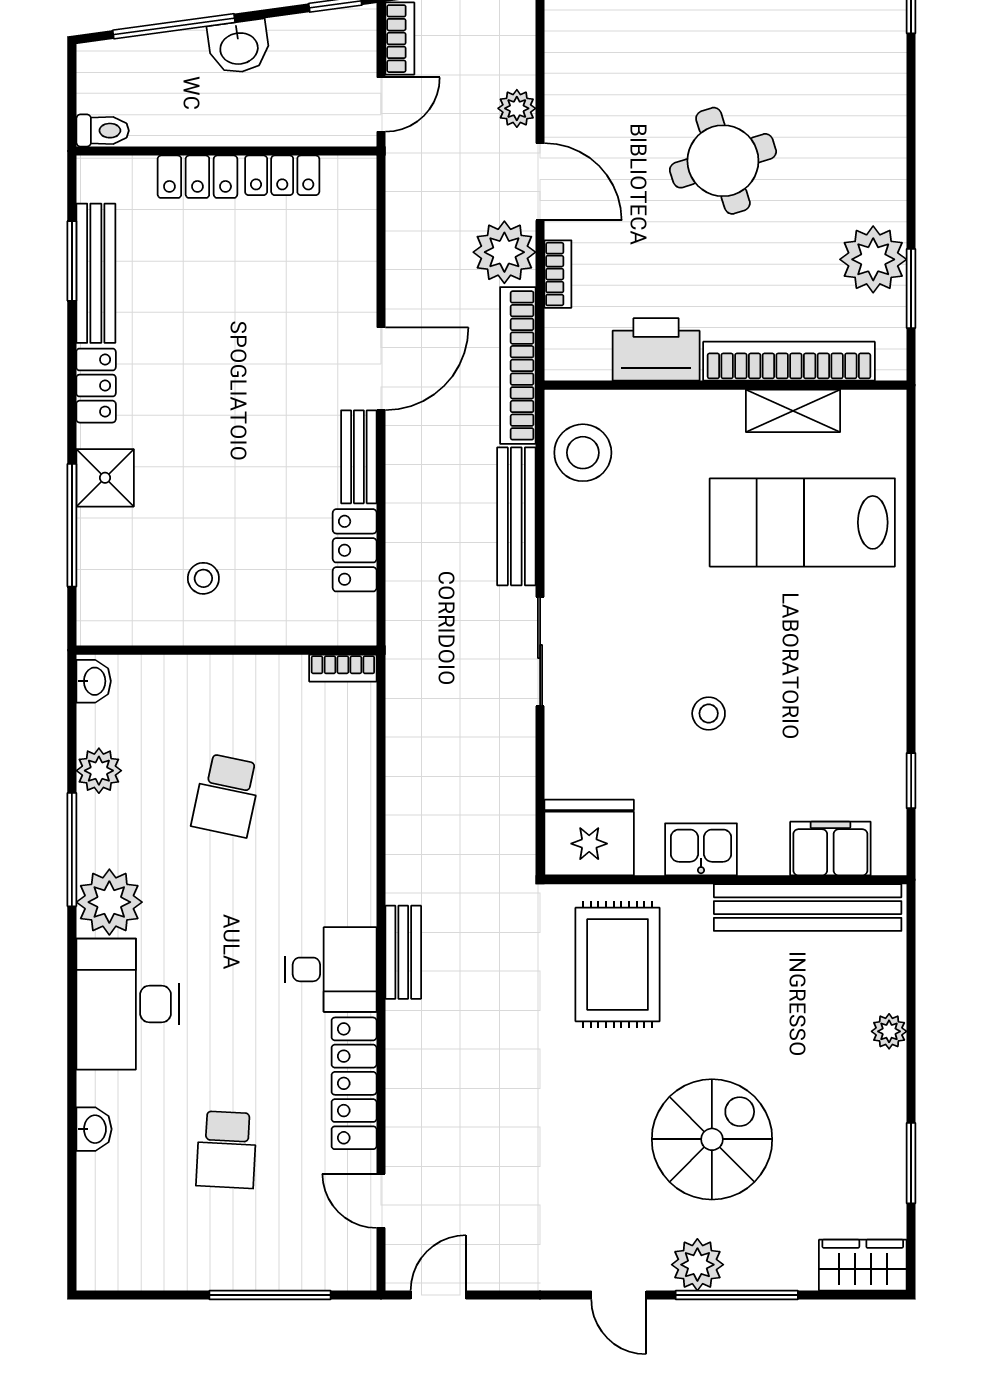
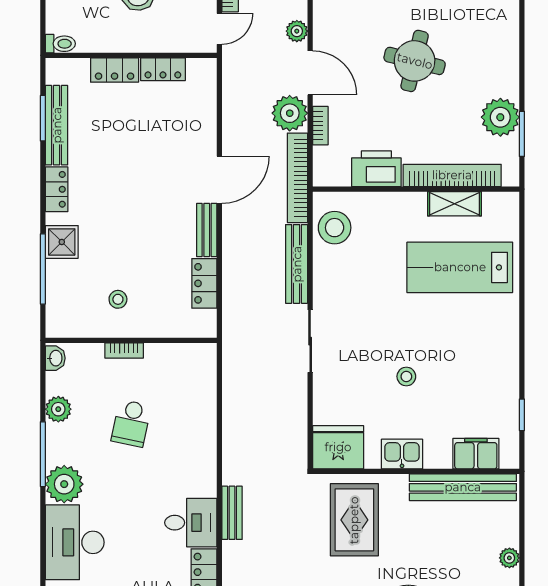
round table: (723, 161) -> (415, 61), turned 32
bookcase: (343, 668) -> (124, 351), moved

